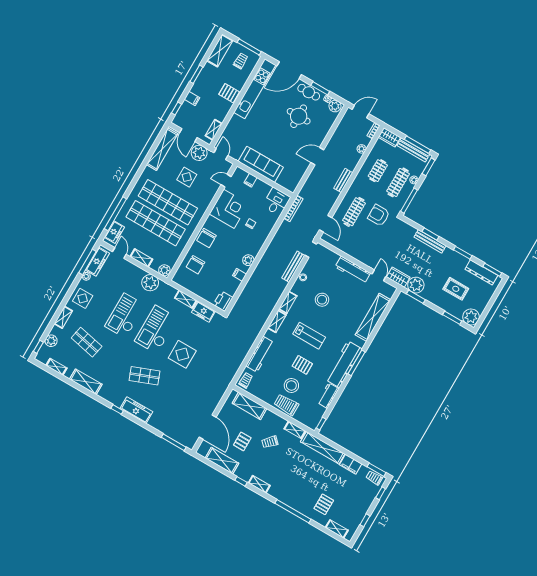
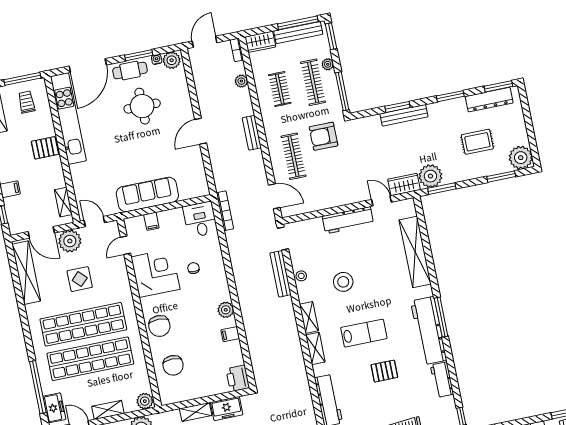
stool: (291, 385) -> (392, 404), removed

